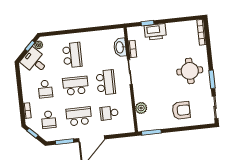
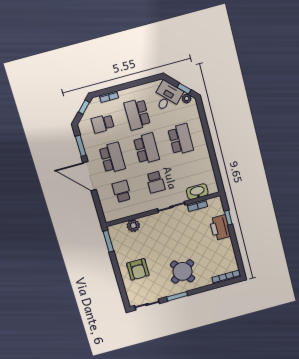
school desk: (72, 55) -> (181, 139), turned -90
round table: (190, 71) -> (183, 271), turned -34
school desk: (106, 82) -> (156, 182), width x0.54
school desk: (45, 89) -> (137, 114), width x1.85

